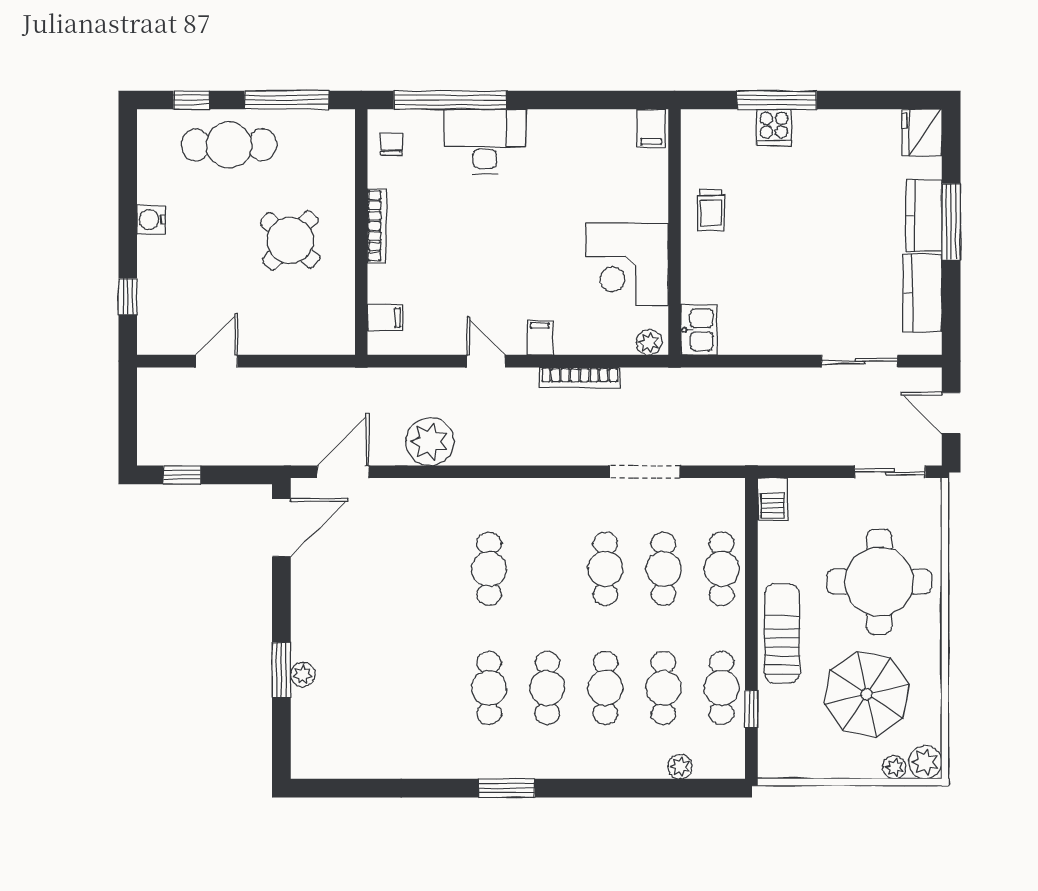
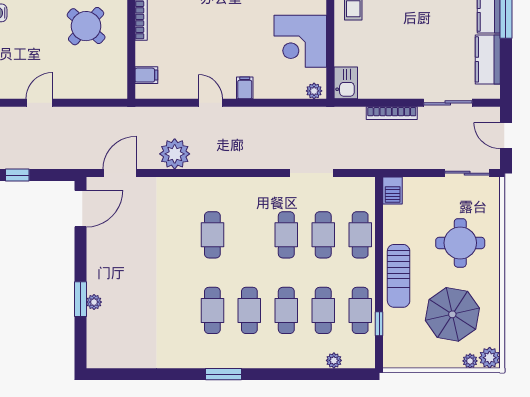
bookcase: (580, 378) -> (392, 113), moved
round table: (879, 582) -> (460, 243), width x0.73, depth x0.73
sun lounger: (782, 634) -> (399, 276), turned 180

